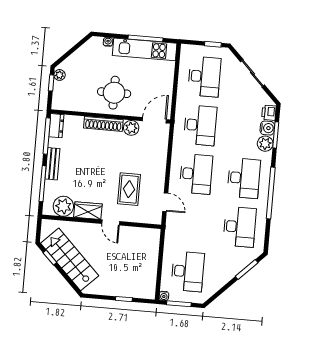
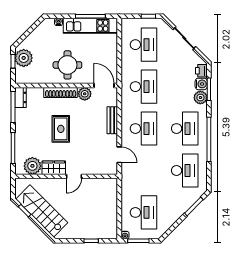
plant: (60, 75) -> (24, 58), width x1.88, depth x1.88
door: (154, 120) -> (104, 86), hinge flipped
bench: (52, 164) -> (112, 120), moved
rug: (129, 189) -> (61, 129), moved
door: (111, 223) -> (74, 176), hinge flipped

